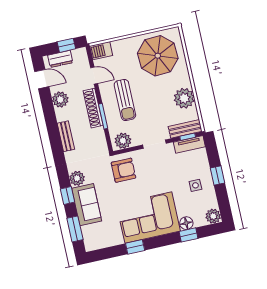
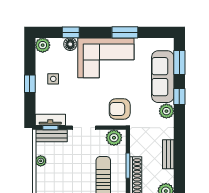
plant: (184, 98) -> (41, 161), width x0.53, depth x0.53
sofa: (87, 205) -> (163, 77), width x1.36
window: (135, 247) -> (125, 32), width x1.50

